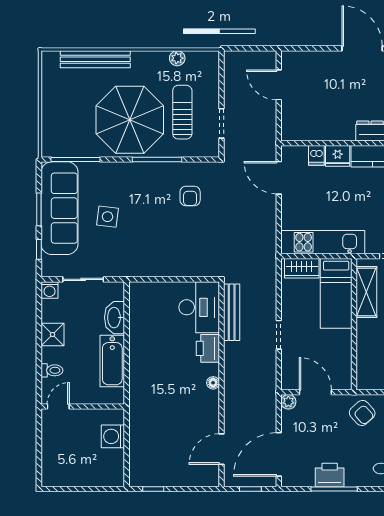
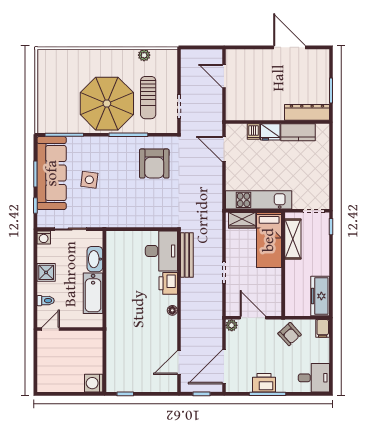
bench: (95, 59) -> (80, 56), removed
sun lounger: (182, 112) -> (148, 98), turned 180
armchair: (190, 196) -> (154, 164), width x1.88, depth x1.88
washing machine: (113, 436) -> (94, 383), moved

